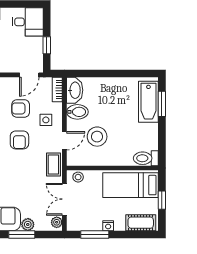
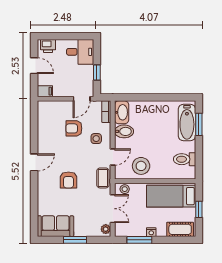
stool: (97, 137) -> (141, 166), moved
armchair: (19, 140) -> (68, 180), moved
toilet: (146, 158) -> (185, 159), moved
double door: (64, 199) -> (113, 209), swing flipped
plant: (28, 224) -> (80, 231), removed

